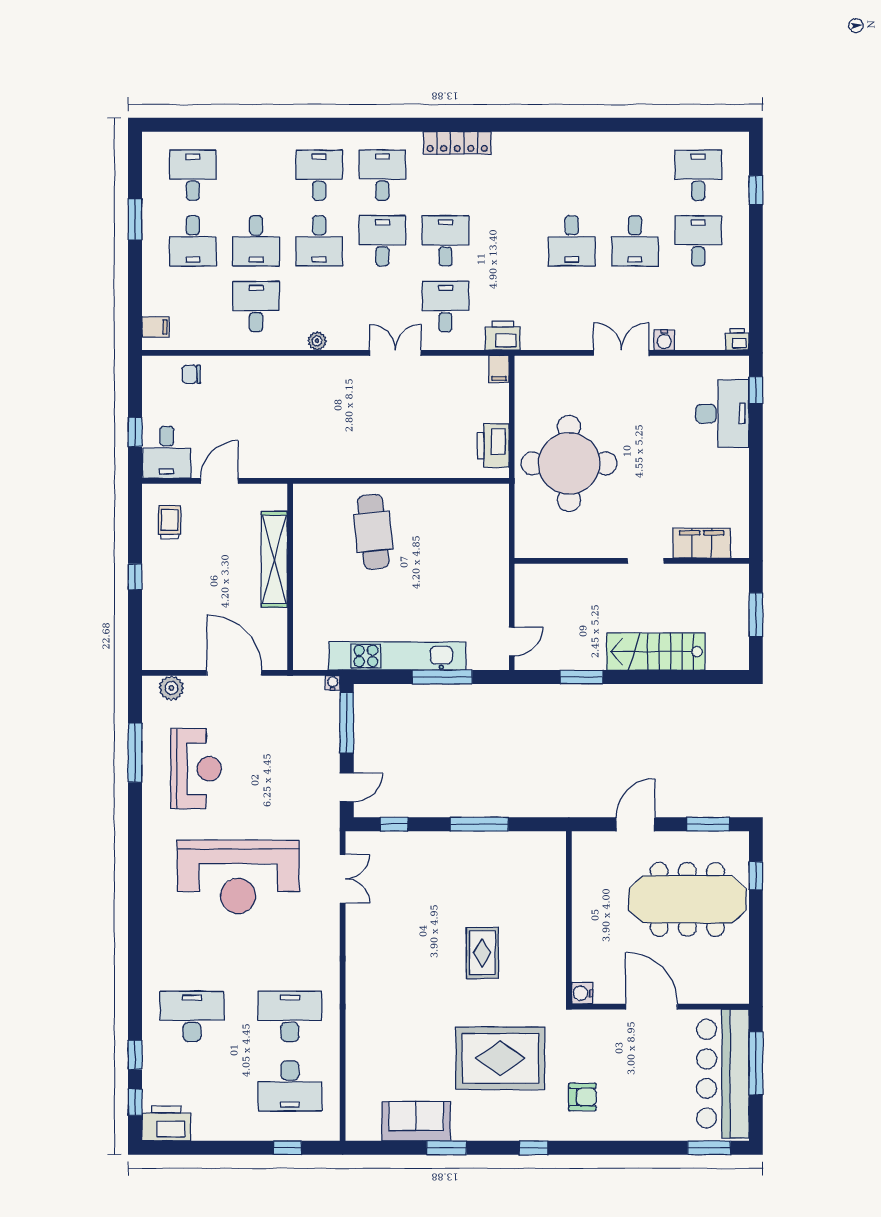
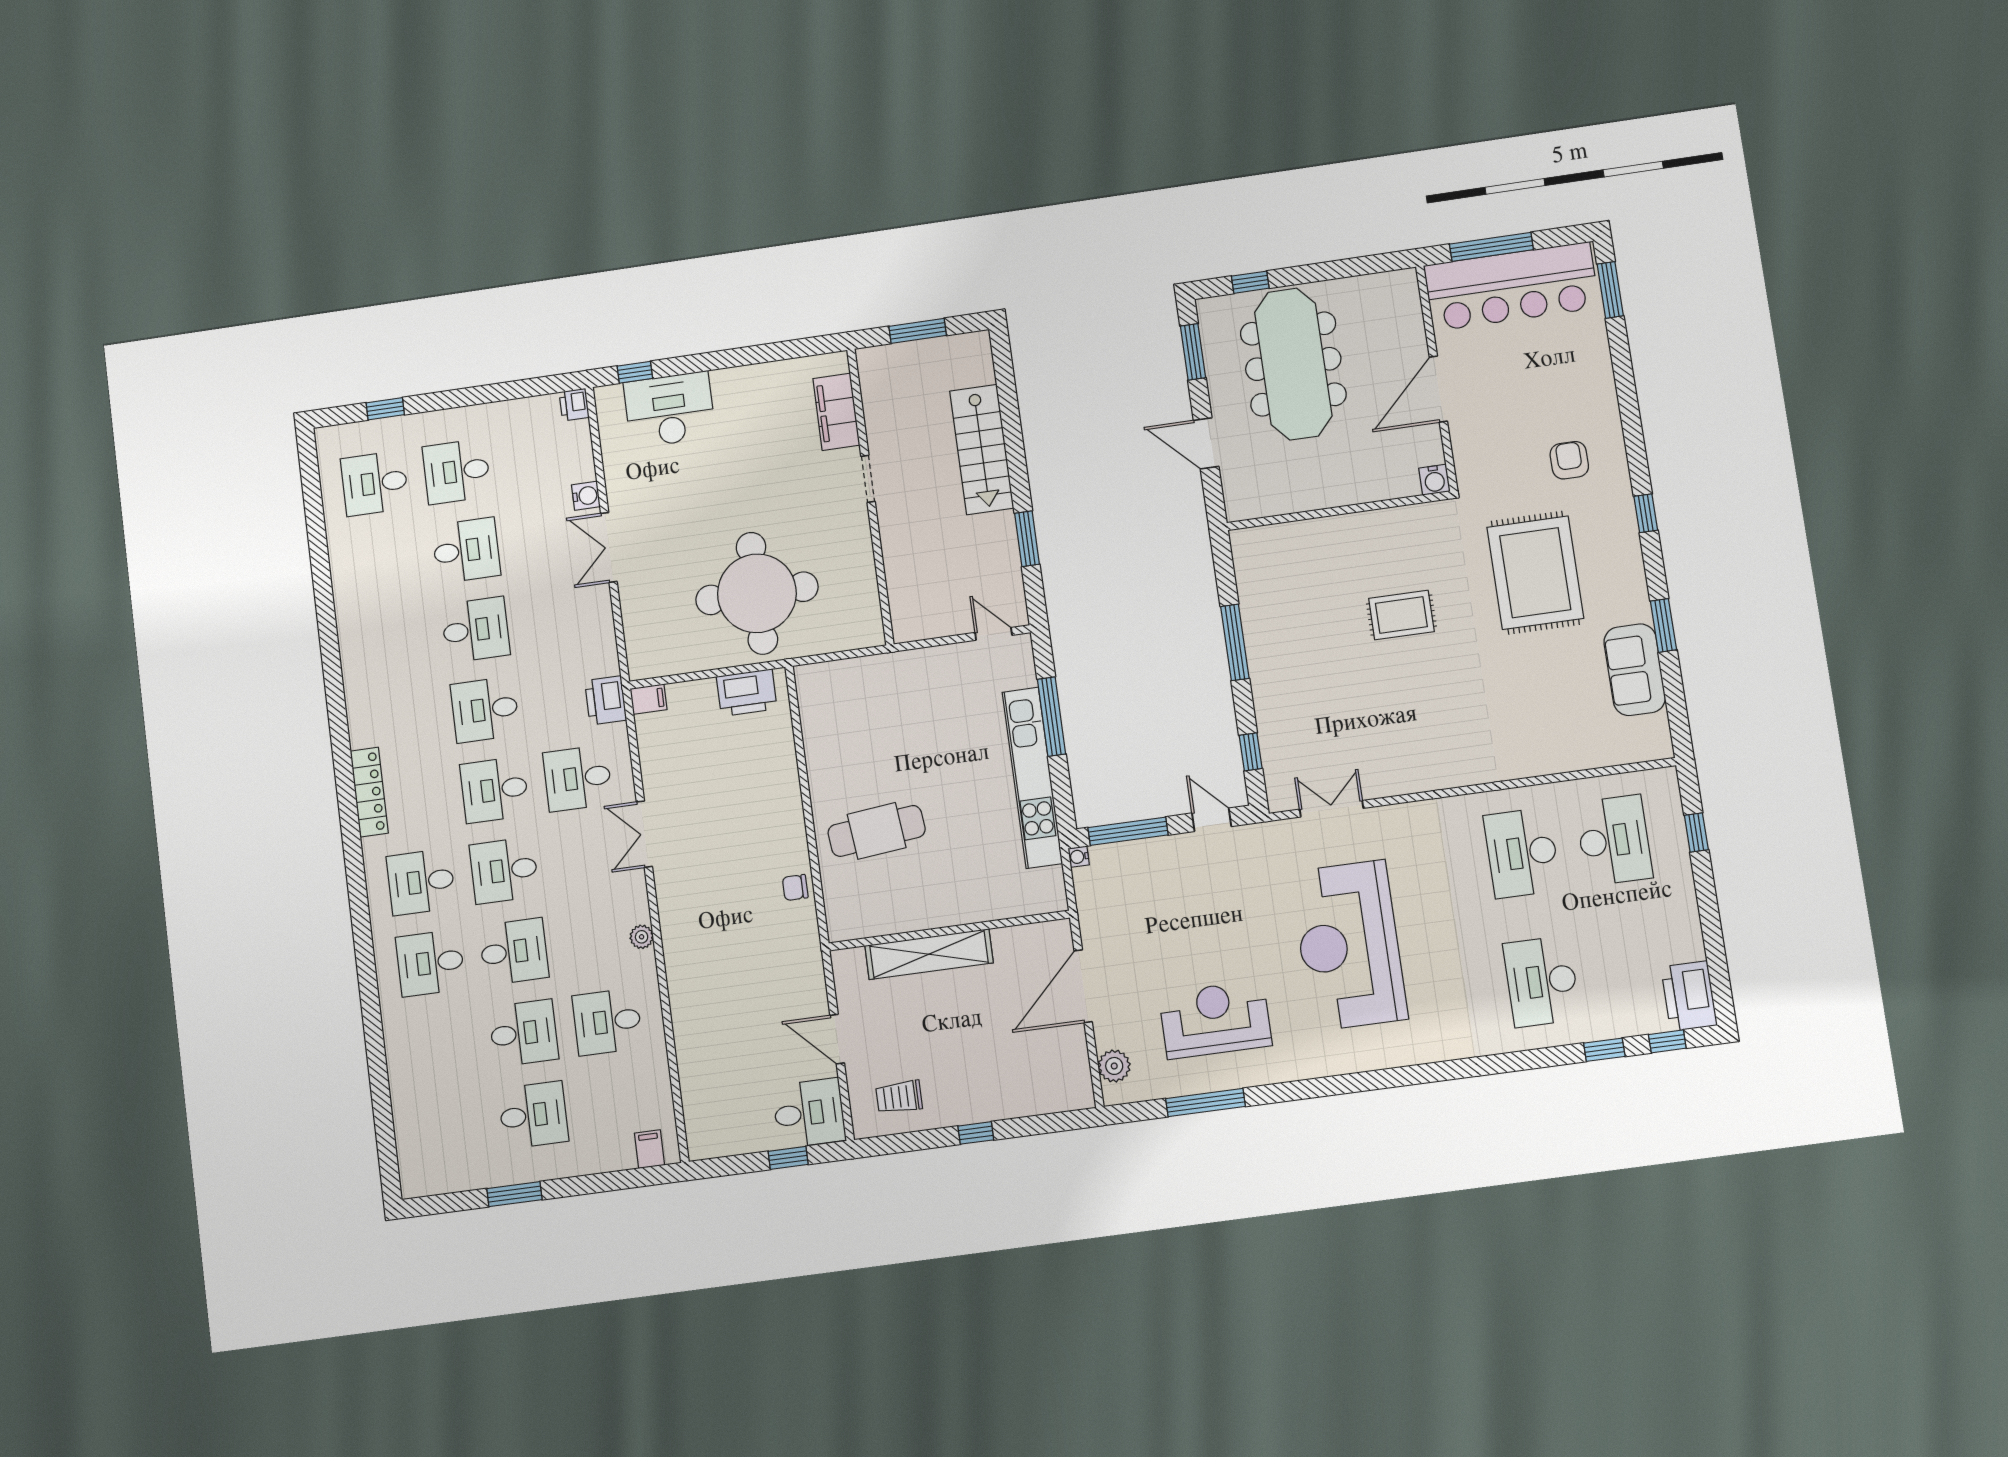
desk: (193, 175) -> (485, 710), moved
chair: (191, 374) -> (795, 888), moved, turned 90
reception desk: (238, 877) -> (1349, 945), turned 180

